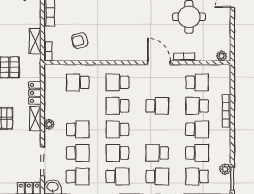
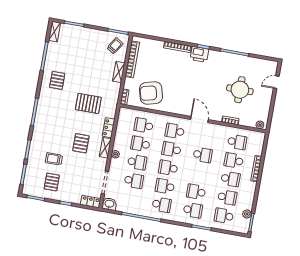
shelving: (35, 41) -> (119, 72), moved
armchair: (80, 41) -> (151, 93), width x1.88, depth x1.88
door: (159, 63) -> (199, 120), moved
school desk: (78, 176) -> (140, 144), moved, turned 180

